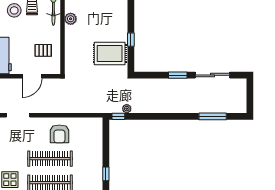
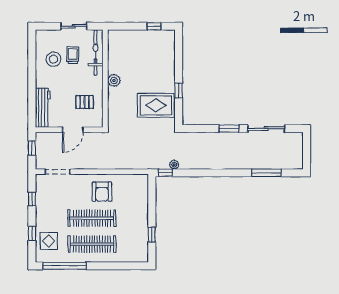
plant: (71, 19) -> (114, 81), moved

